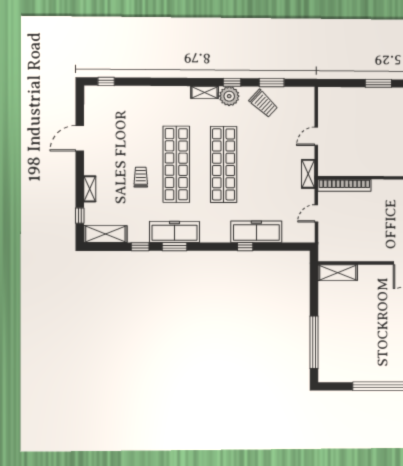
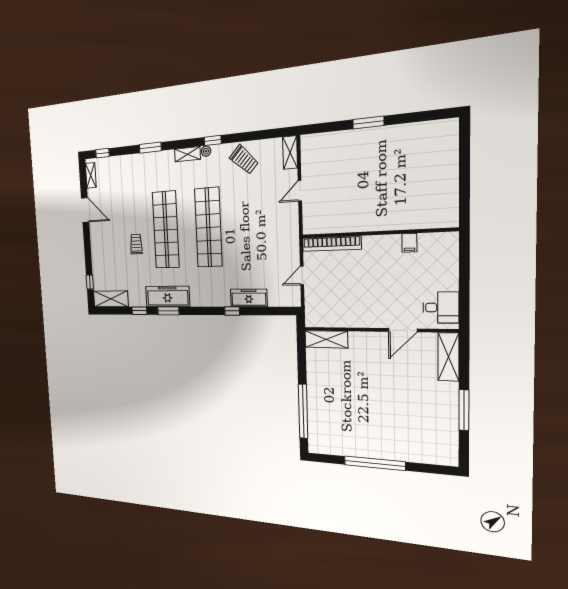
window: (272, 83) -> (150, 148), moved
plant: (229, 96) -> (206, 151), width x0.53, depth x0.53
door: (80, 138) -> (85, 210), swing flipped
shelving: (308, 174) -> (290, 153), moved
shelving: (90, 189) -> (91, 175), moved
freezer: (256, 232) -> (249, 298), width x0.73, depth x0.79

